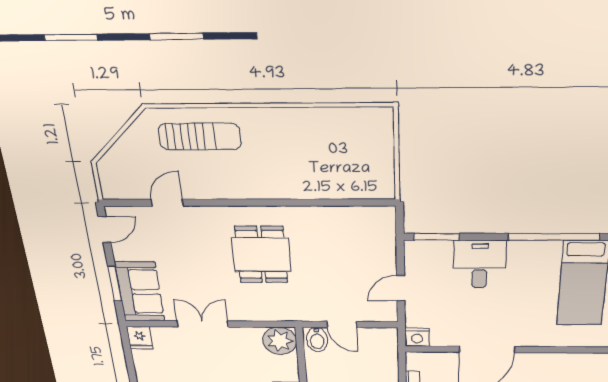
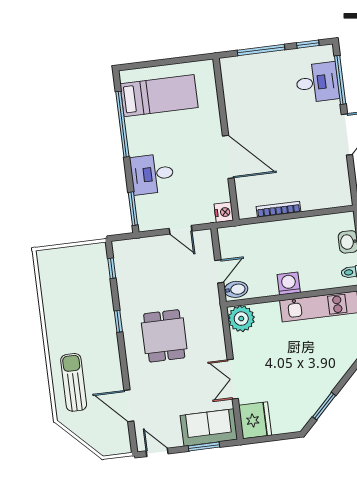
window: (358, 202) -> (112, 268), added
door: (167, 203) -> (129, 406), width x1.38
window: (284, 203) -> (118, 321), added
dining table: (261, 255) -> (164, 336), turned 90
fridge: (140, 338) -> (255, 420), width x1.88, depth x1.34

